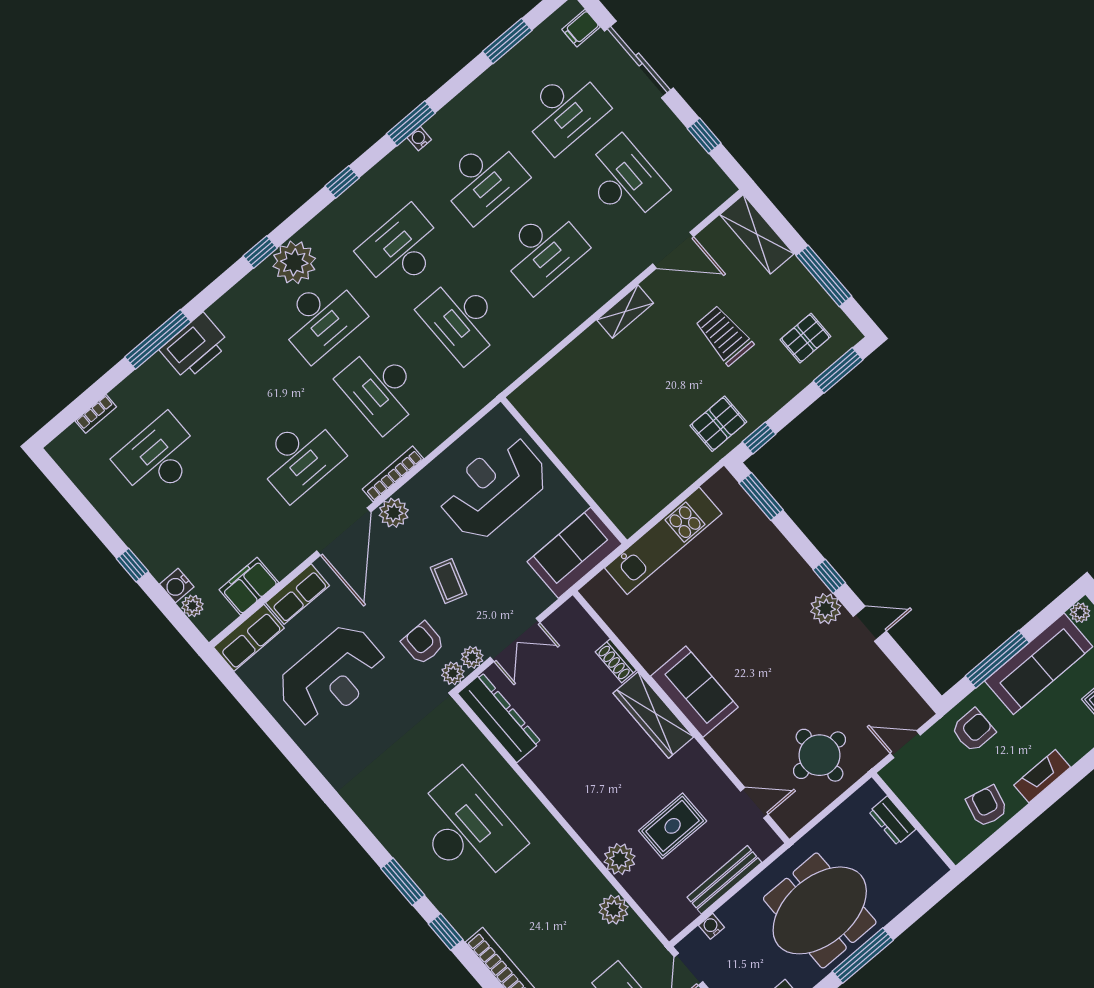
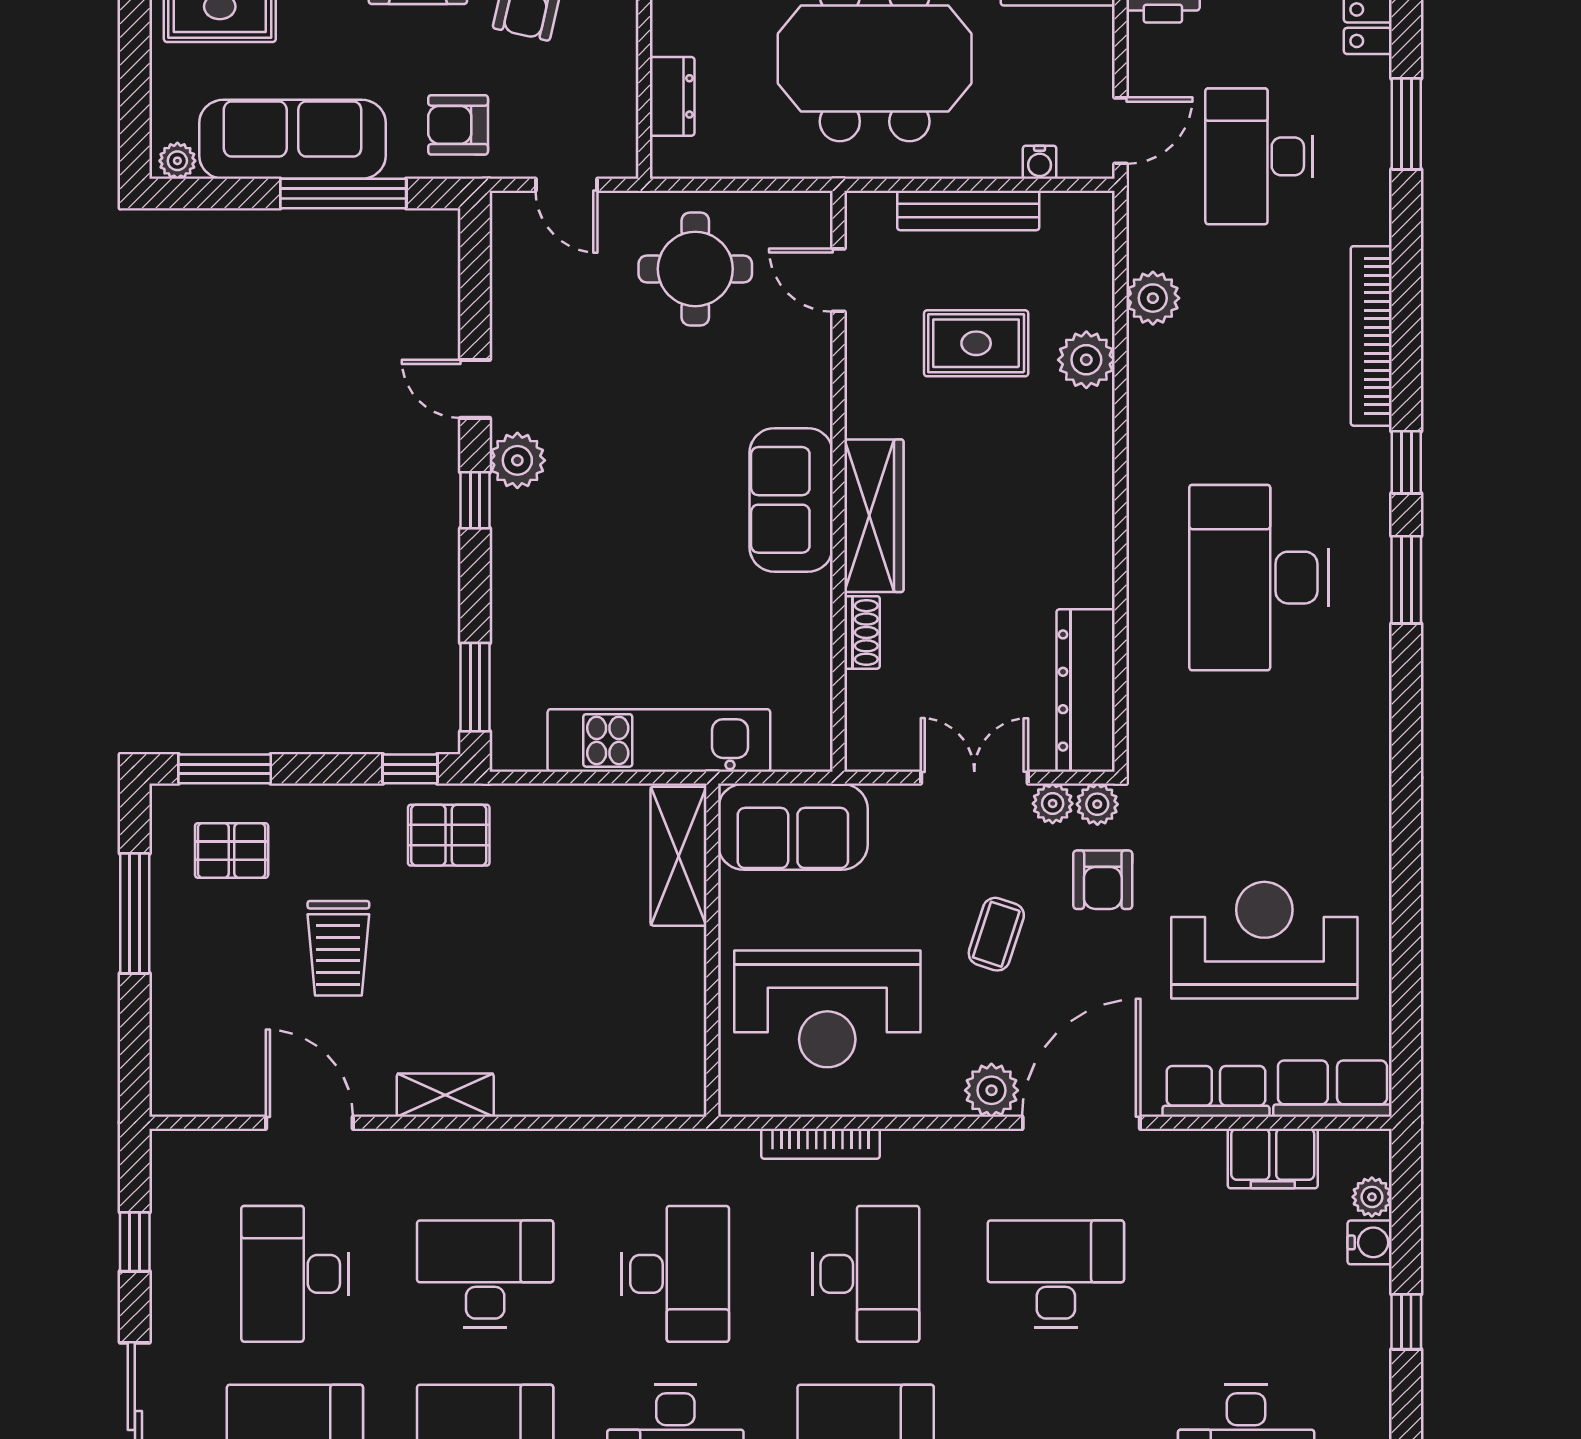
shelving: (757, 234) -> (679, 856), moved
bookcase: (393, 474) -> (820, 1144), moved

